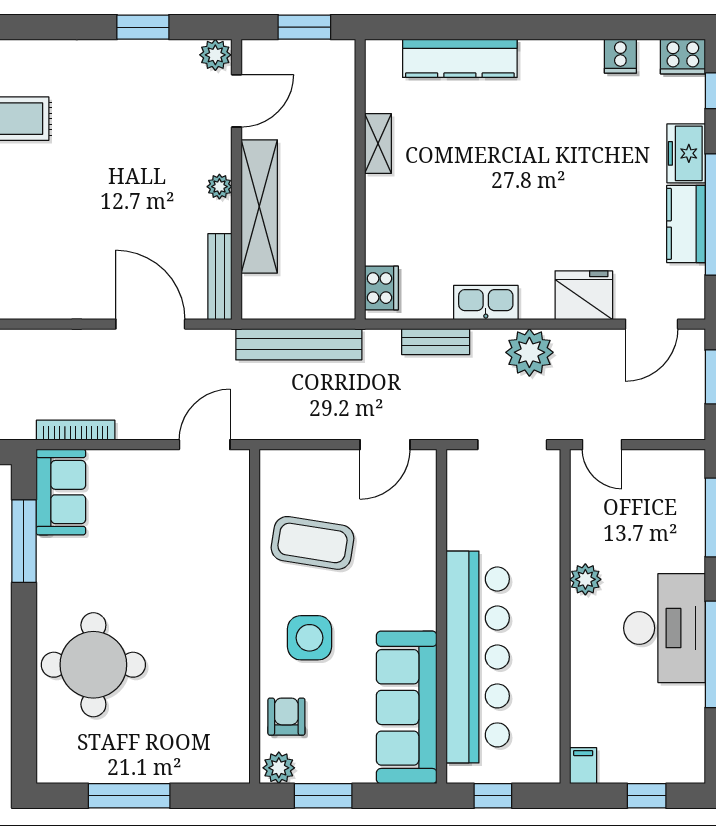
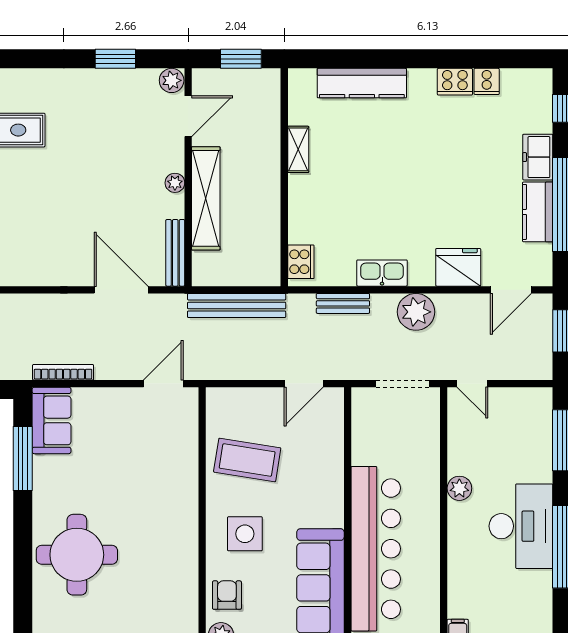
cooker: (683, 56) -> (455, 82), moved

